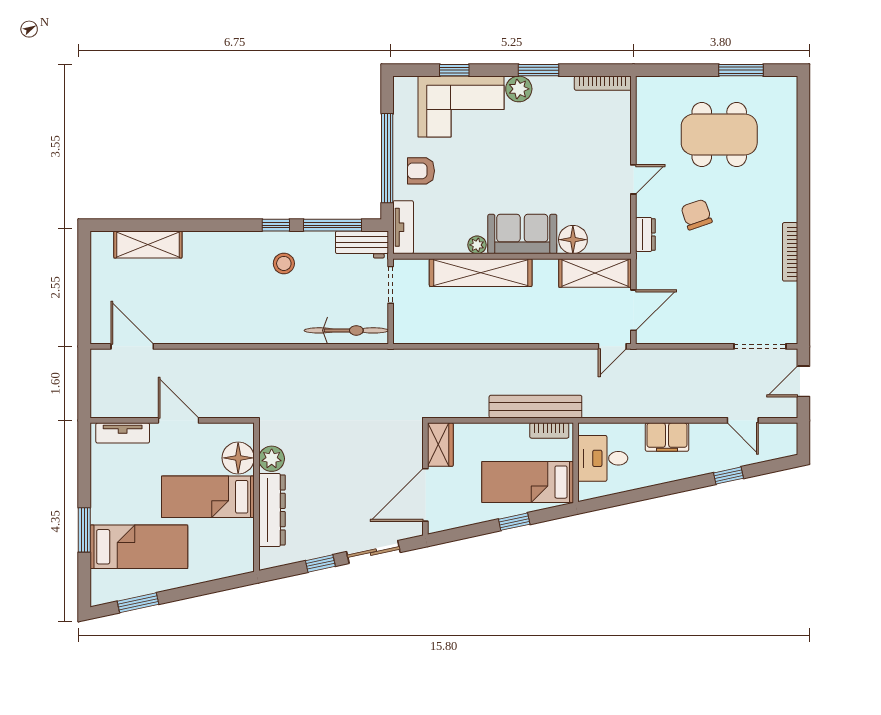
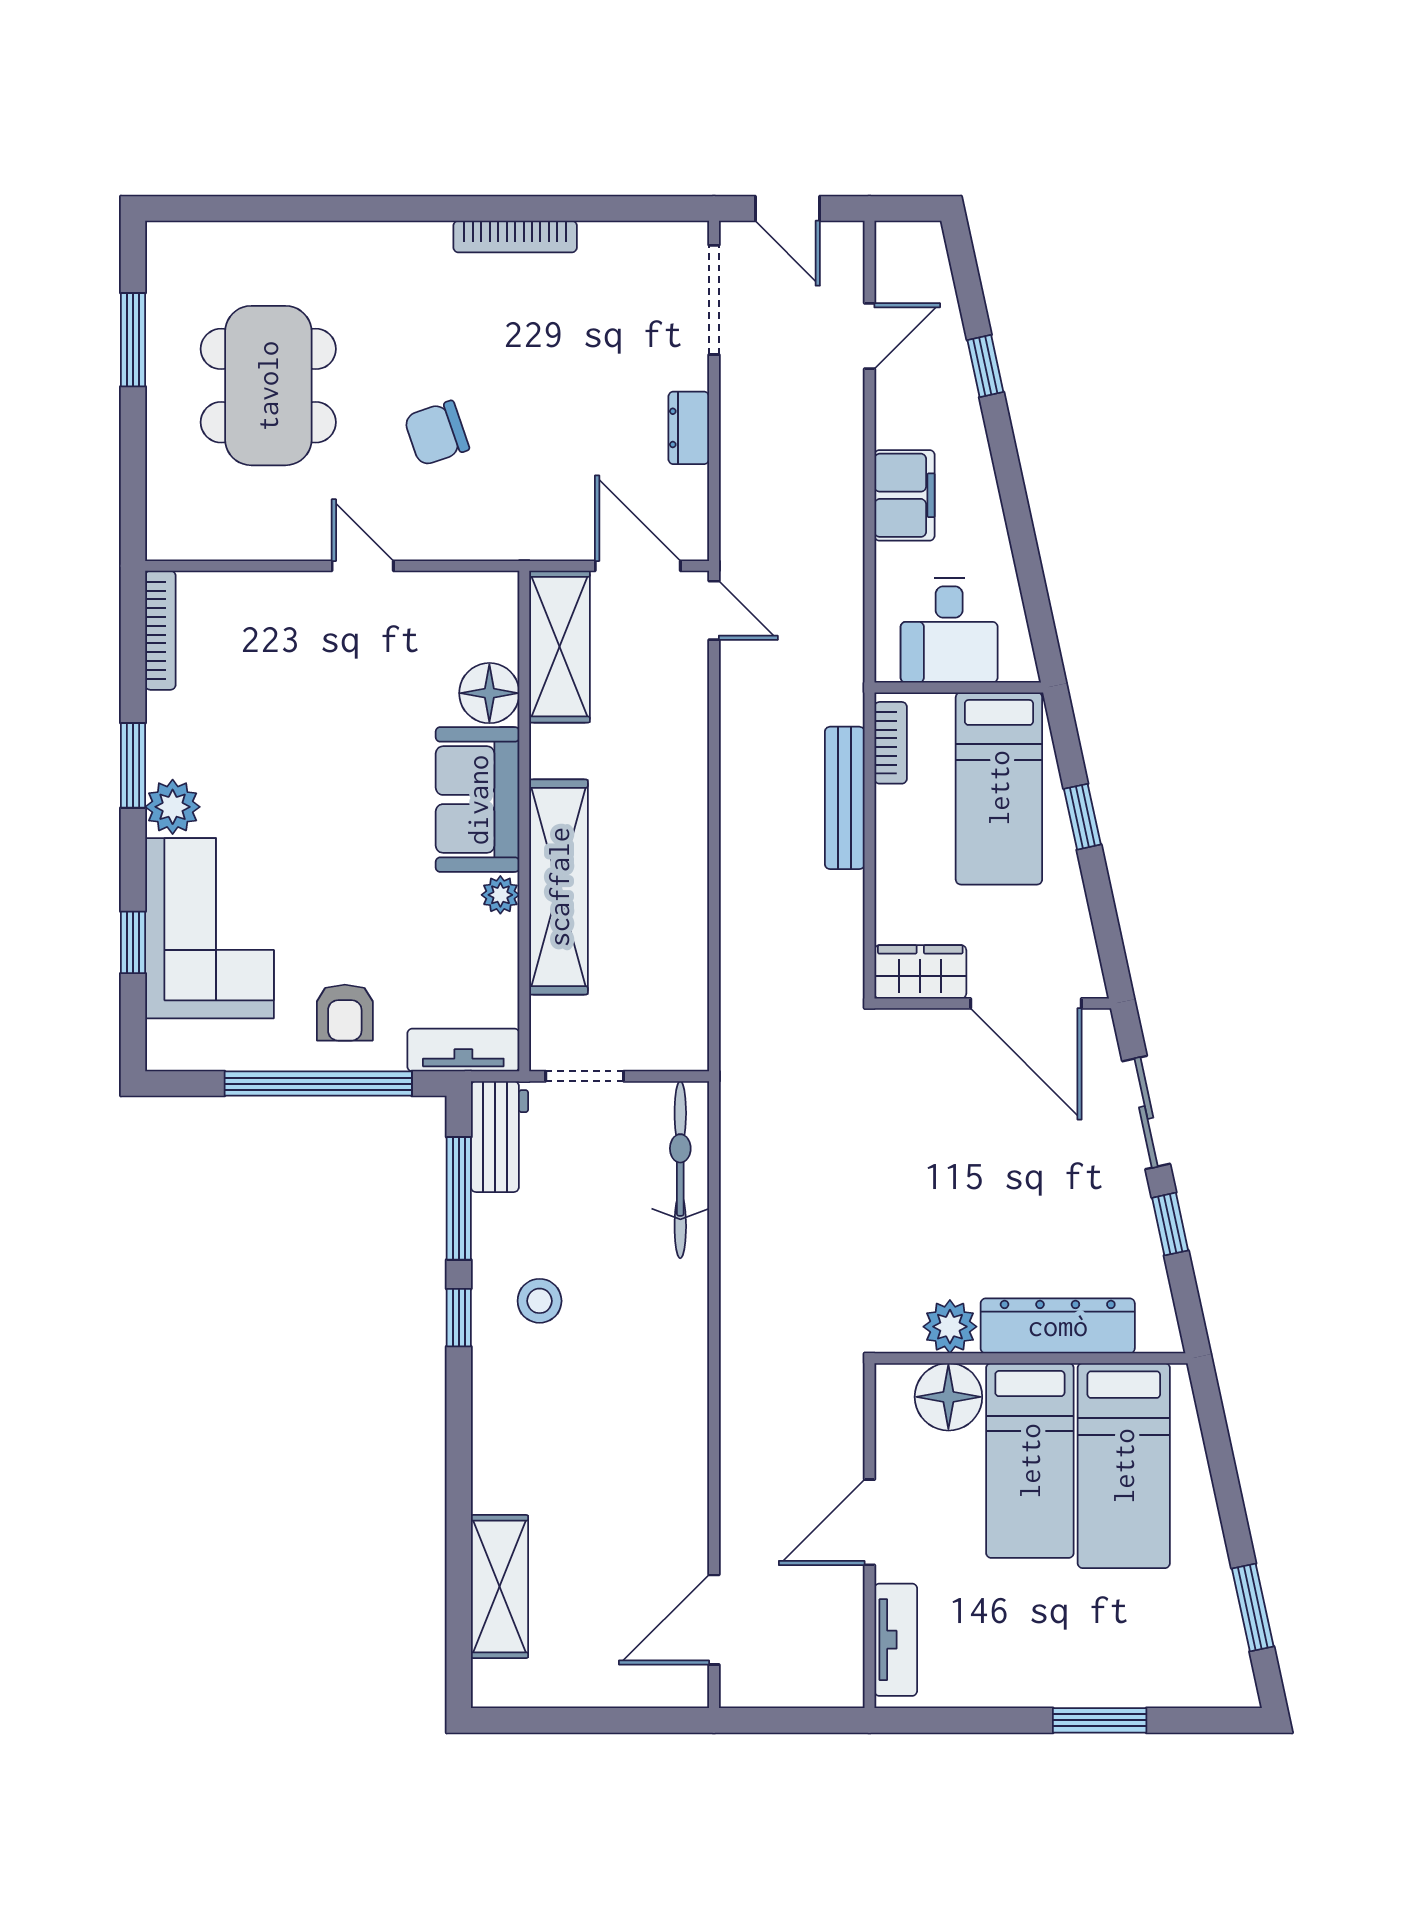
dresser: (645, 234) -> (689, 428), moved, turned -90
bench: (535, 407) -> (845, 798), width x0.73, depth x0.82
bed: (139, 547) -> (1124, 1466), moved, turned 180

